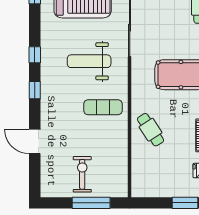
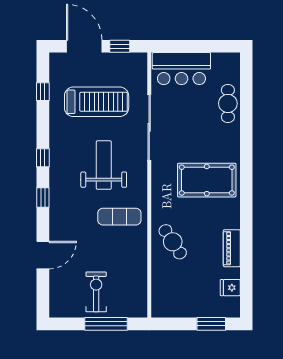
weight bench: (89, 61) -> (104, 165), turned 90
door: (35, 141) -> (43, 255), swing flipped

